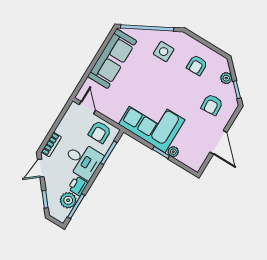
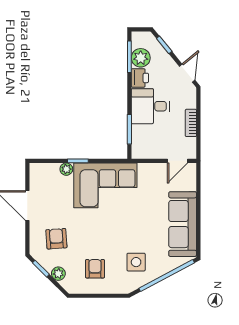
door: (87, 108) -> (178, 161), hinge flipped
armchair: (100, 132) -> (151, 144), removed
bookcase: (51, 144) -> (191, 123), moved

